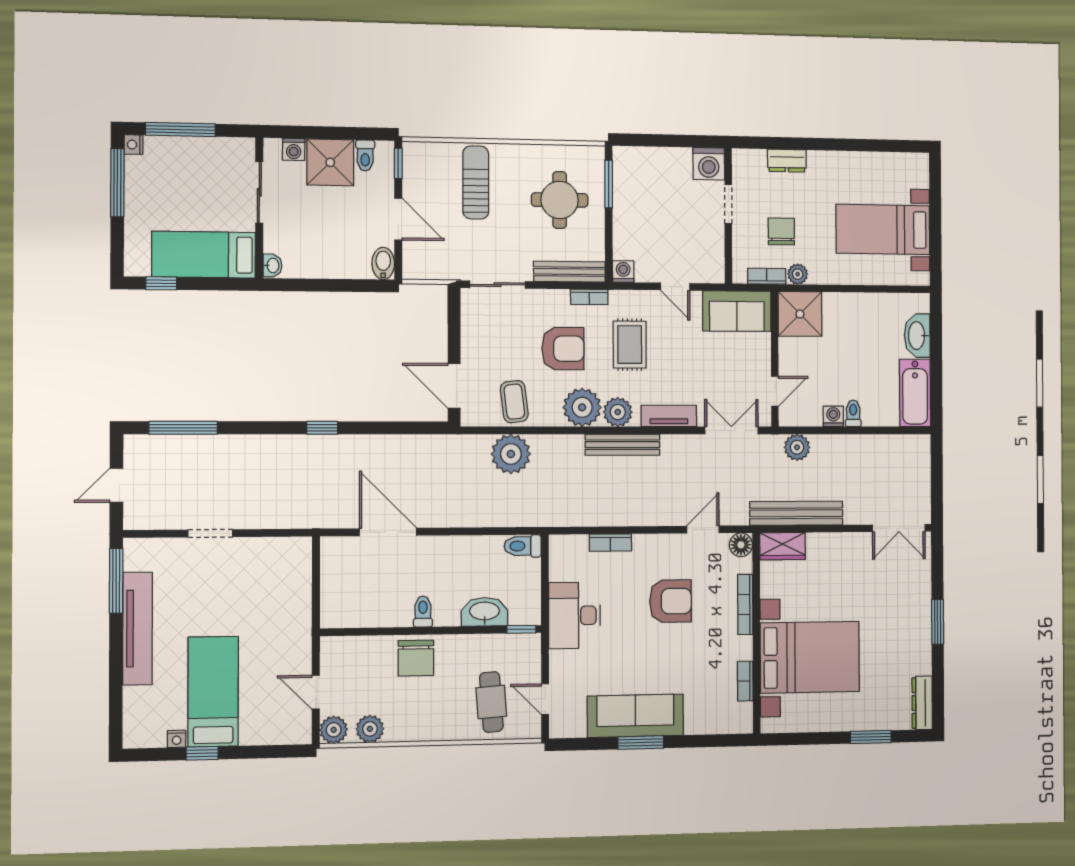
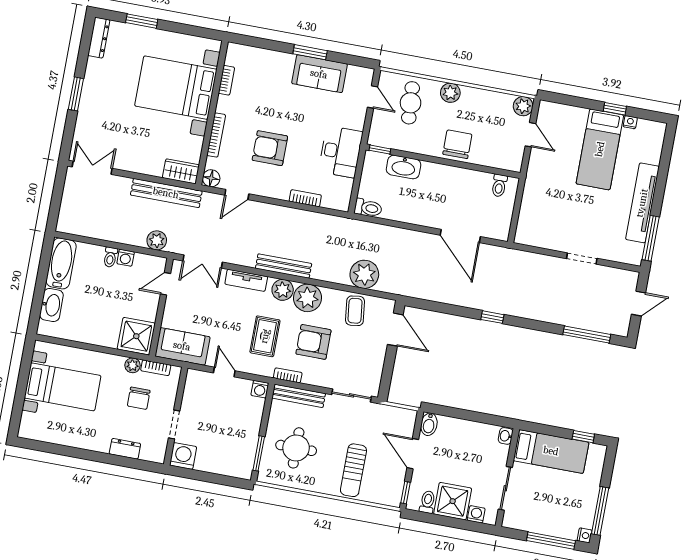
toilet: (423, 612) -> (499, 186), moved
sofa: (635, 716) -> (319, 74), width x0.73
plant: (370, 729) -> (450, 93), moved

